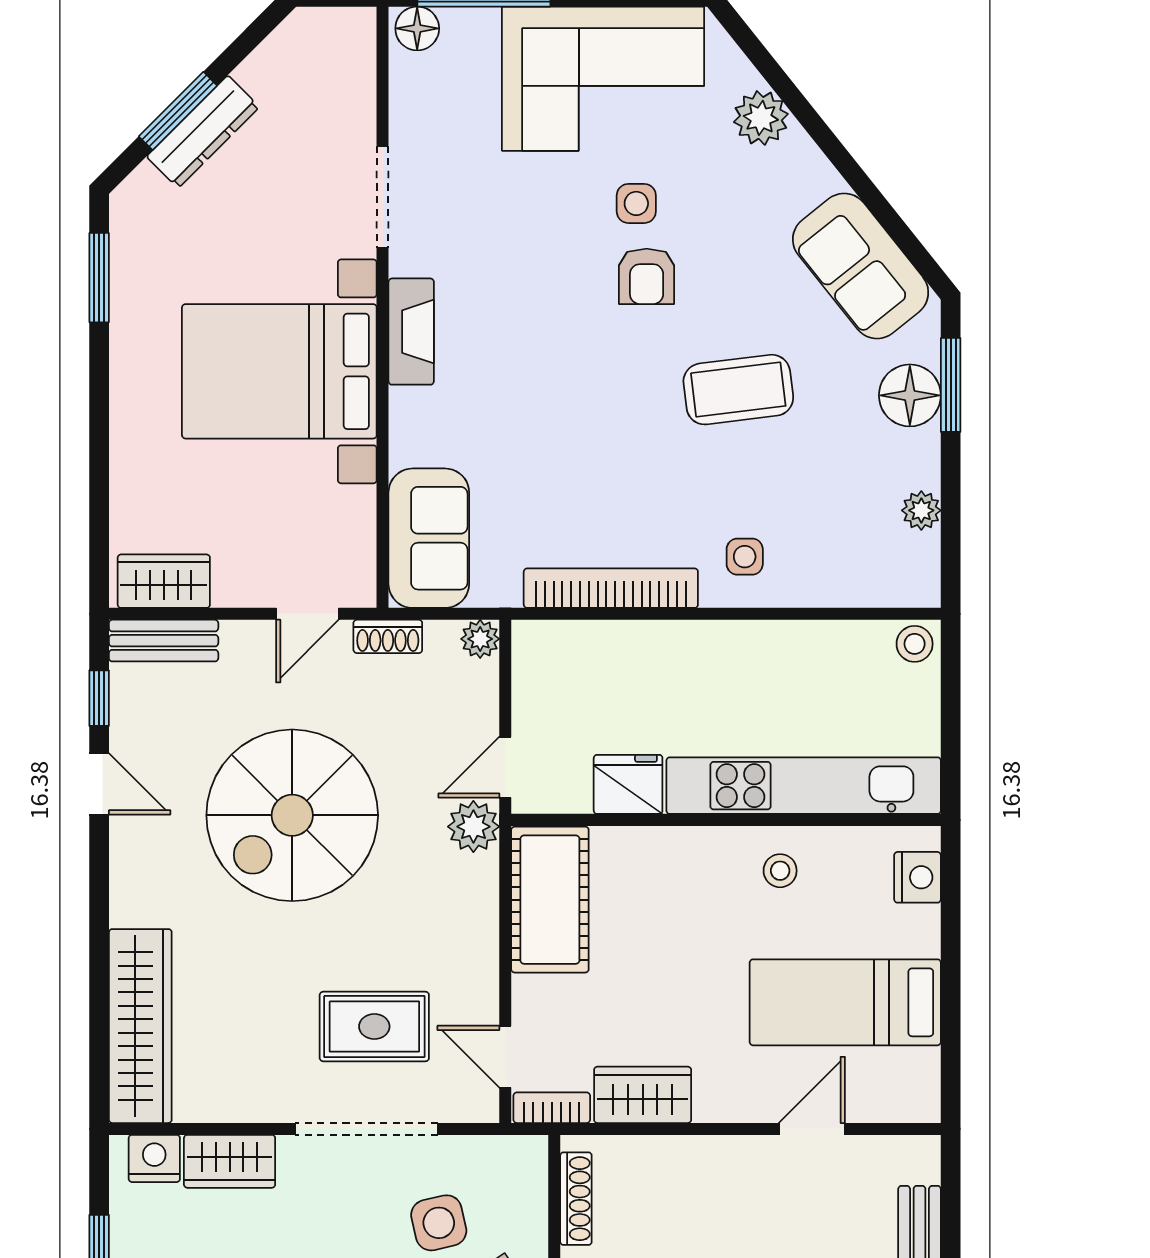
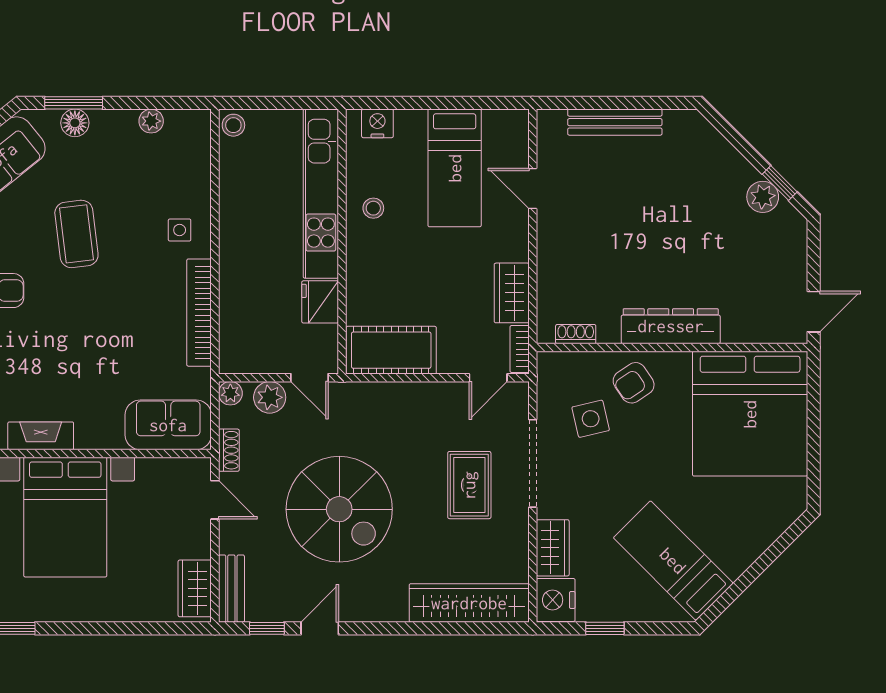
floor lamp: (910, 395) -> (75, 123), width x0.73, depth x0.73
plant: (473, 827) -> (270, 397), moved
rug: (374, 1027) -> (469, 485), moved
nightstand: (154, 1158) -> (556, 600), width x1.36, depth x1.33
shoe rack: (576, 1199) -> (576, 334), width x0.70

